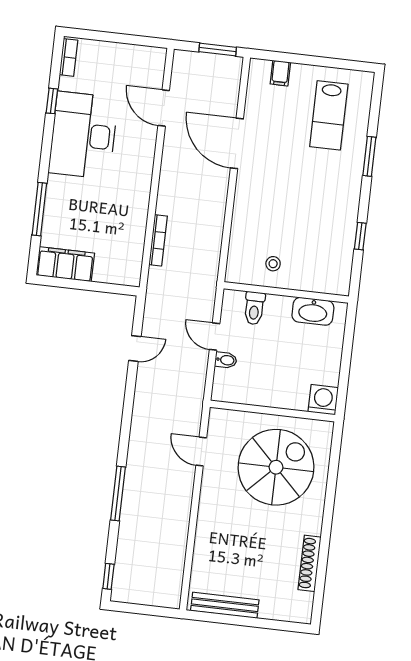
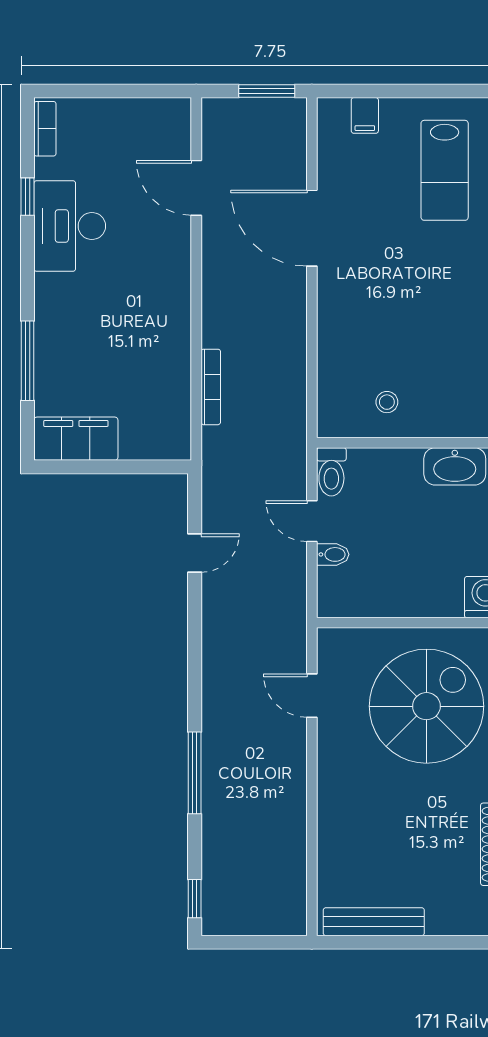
desk: (83, 135) -> (70, 226), width x0.73, depth x0.77
toilet: (254, 308) -> (331, 472), moved

